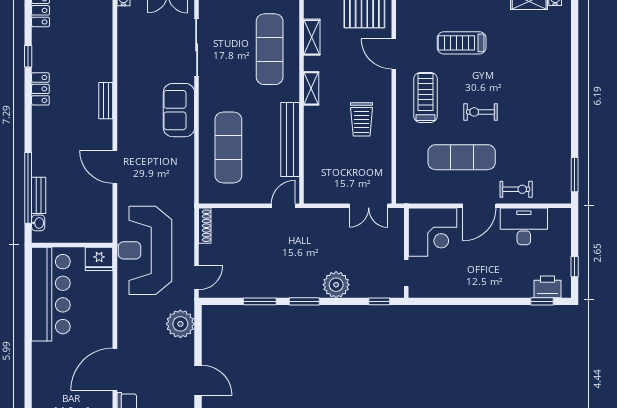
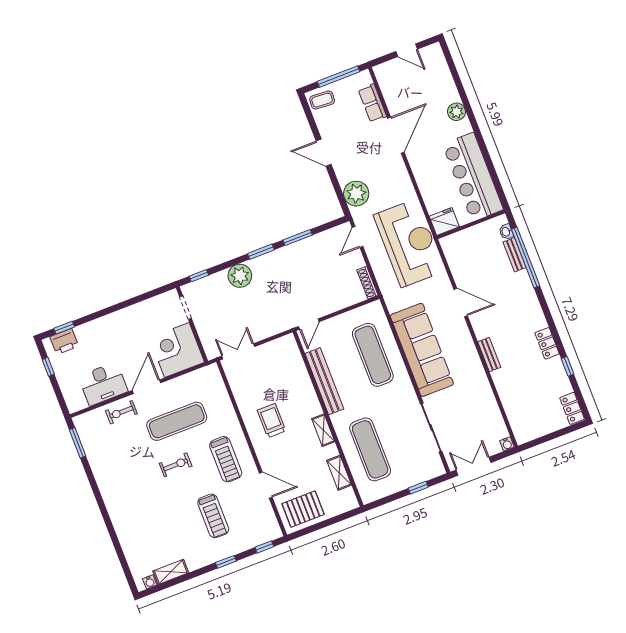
treadmill: (462, 43) -> (213, 516), turned 90
sofa: (179, 110) -> (422, 350), width x1.85, depth x1.27
plant: (42, 369) -> (457, 112), added

